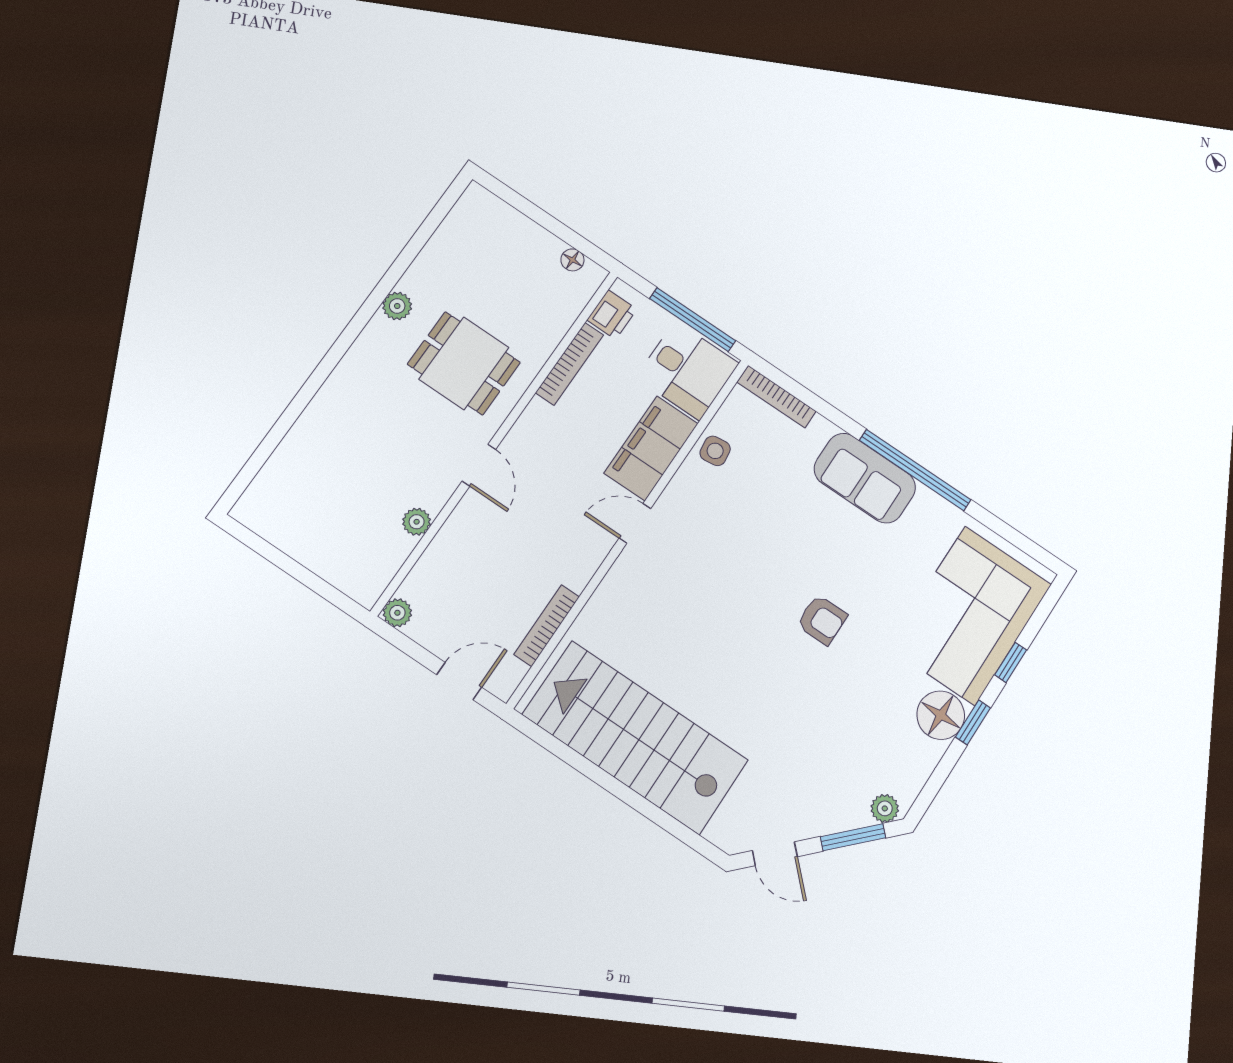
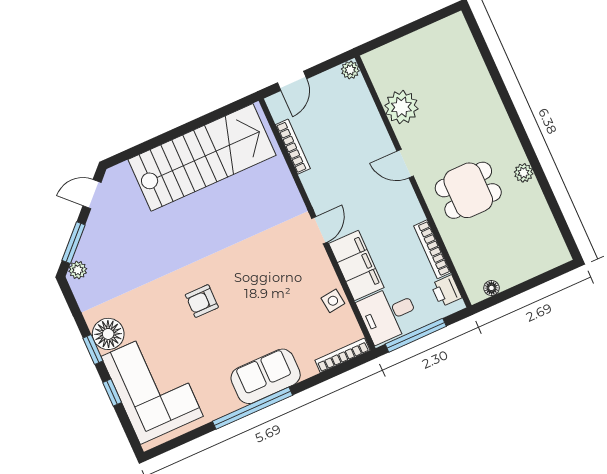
plant: (417, 522) -> (401, 107), width x1.88, depth x1.88

